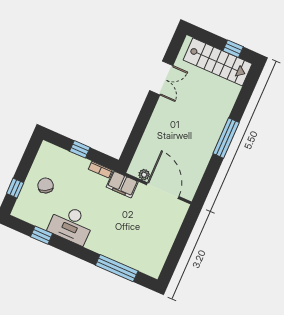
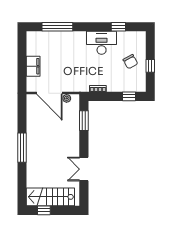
window: (135, 138) -> (84, 121), added
window: (80, 149) -> (129, 96), moved
filing cabinet: (122, 184) -> (33, 66), moved, turned 90
window: (15, 188) -> (150, 66), moved

